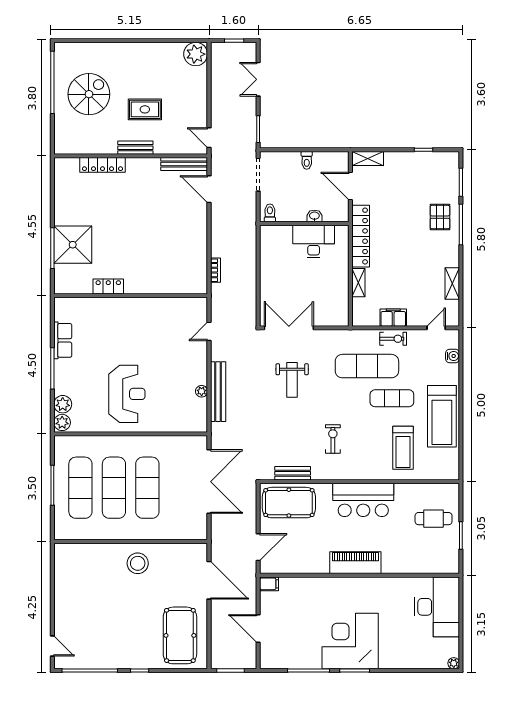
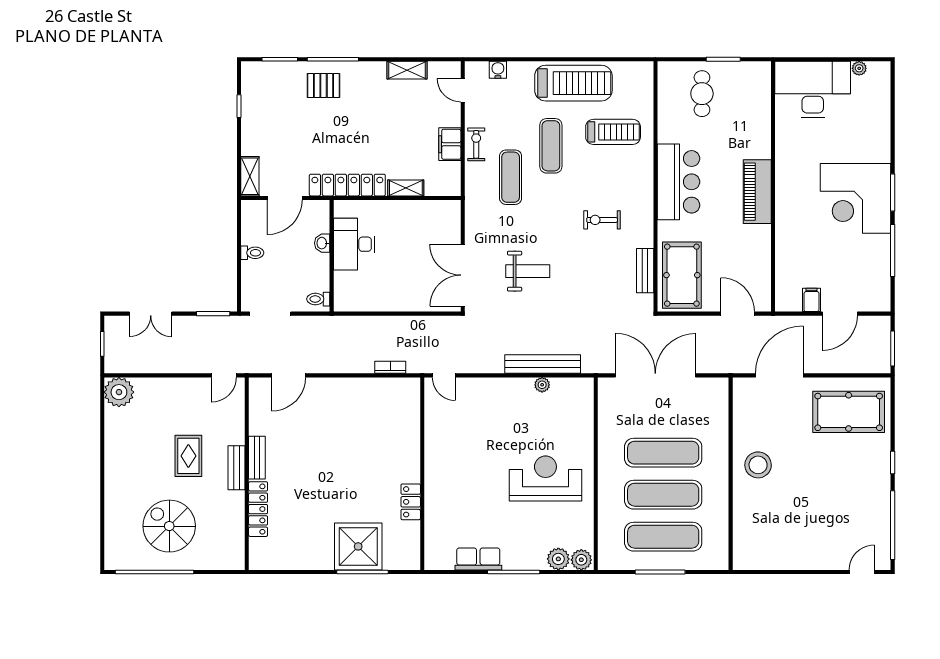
bench: (184, 164) -> (257, 458), moved, width x0.73
door: (209, 331) -> (444, 375), moved
exercise mat: (367, 366) -> (511, 177), width x0.73, depth x0.69
filing cabinet: (269, 584) -> (812, 300), moved
plant: (454, 663) -> (859, 68), moved

